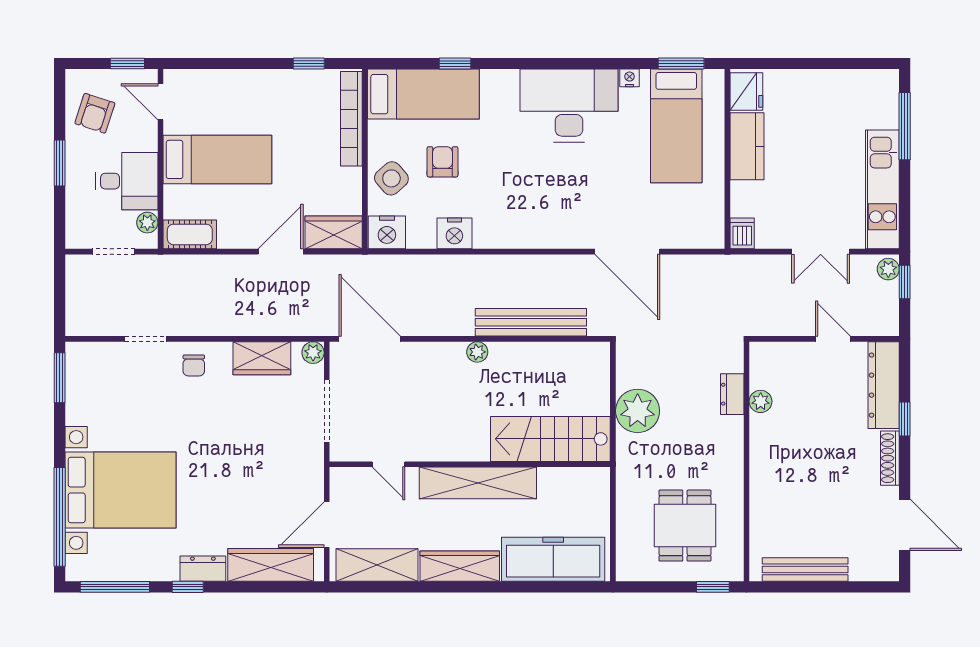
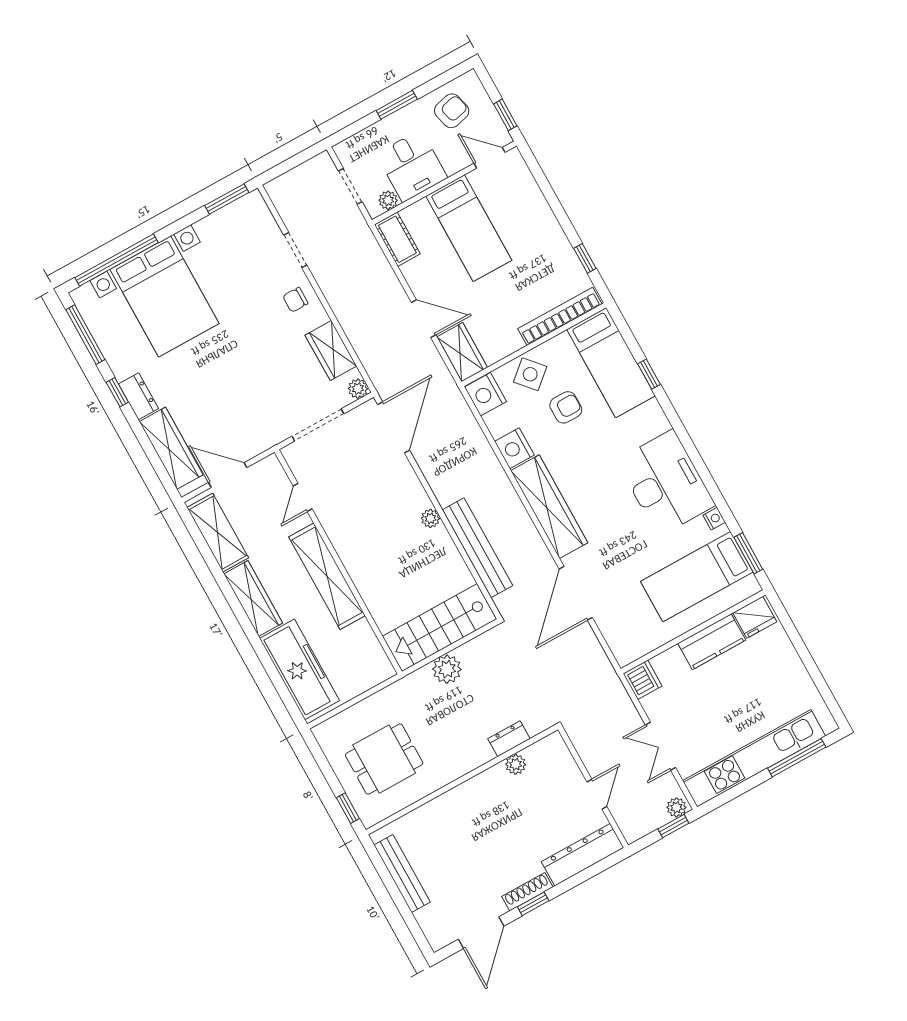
door: (160, 102) -> (489, 158), hinge flipped
armchair: (95, 113) -> (452, 111), turned 148
kitchen unit: (882, 189) -> (754, 758), width x1.36
wardrobe: (530, 231) -> (549, 507), added
dishwasher: (742, 233) -> (643, 680), width x1.38
plant: (638, 411) -> (447, 669), width x0.73, depth x0.73
window: (905, 419) -> (533, 904), moved
stairs: (550, 439) -> (439, 628), moved, turned -90

